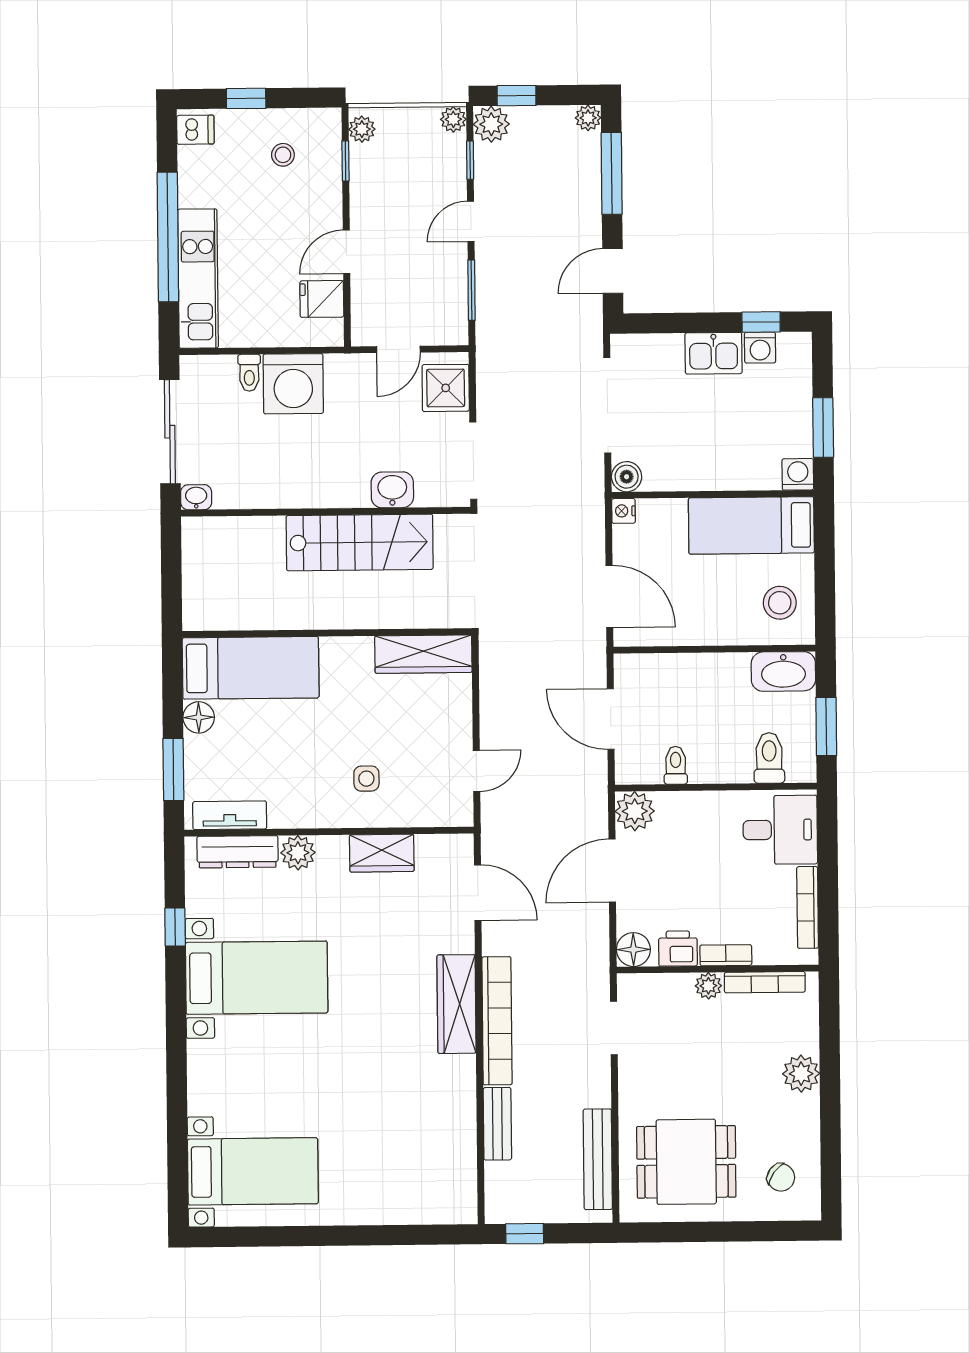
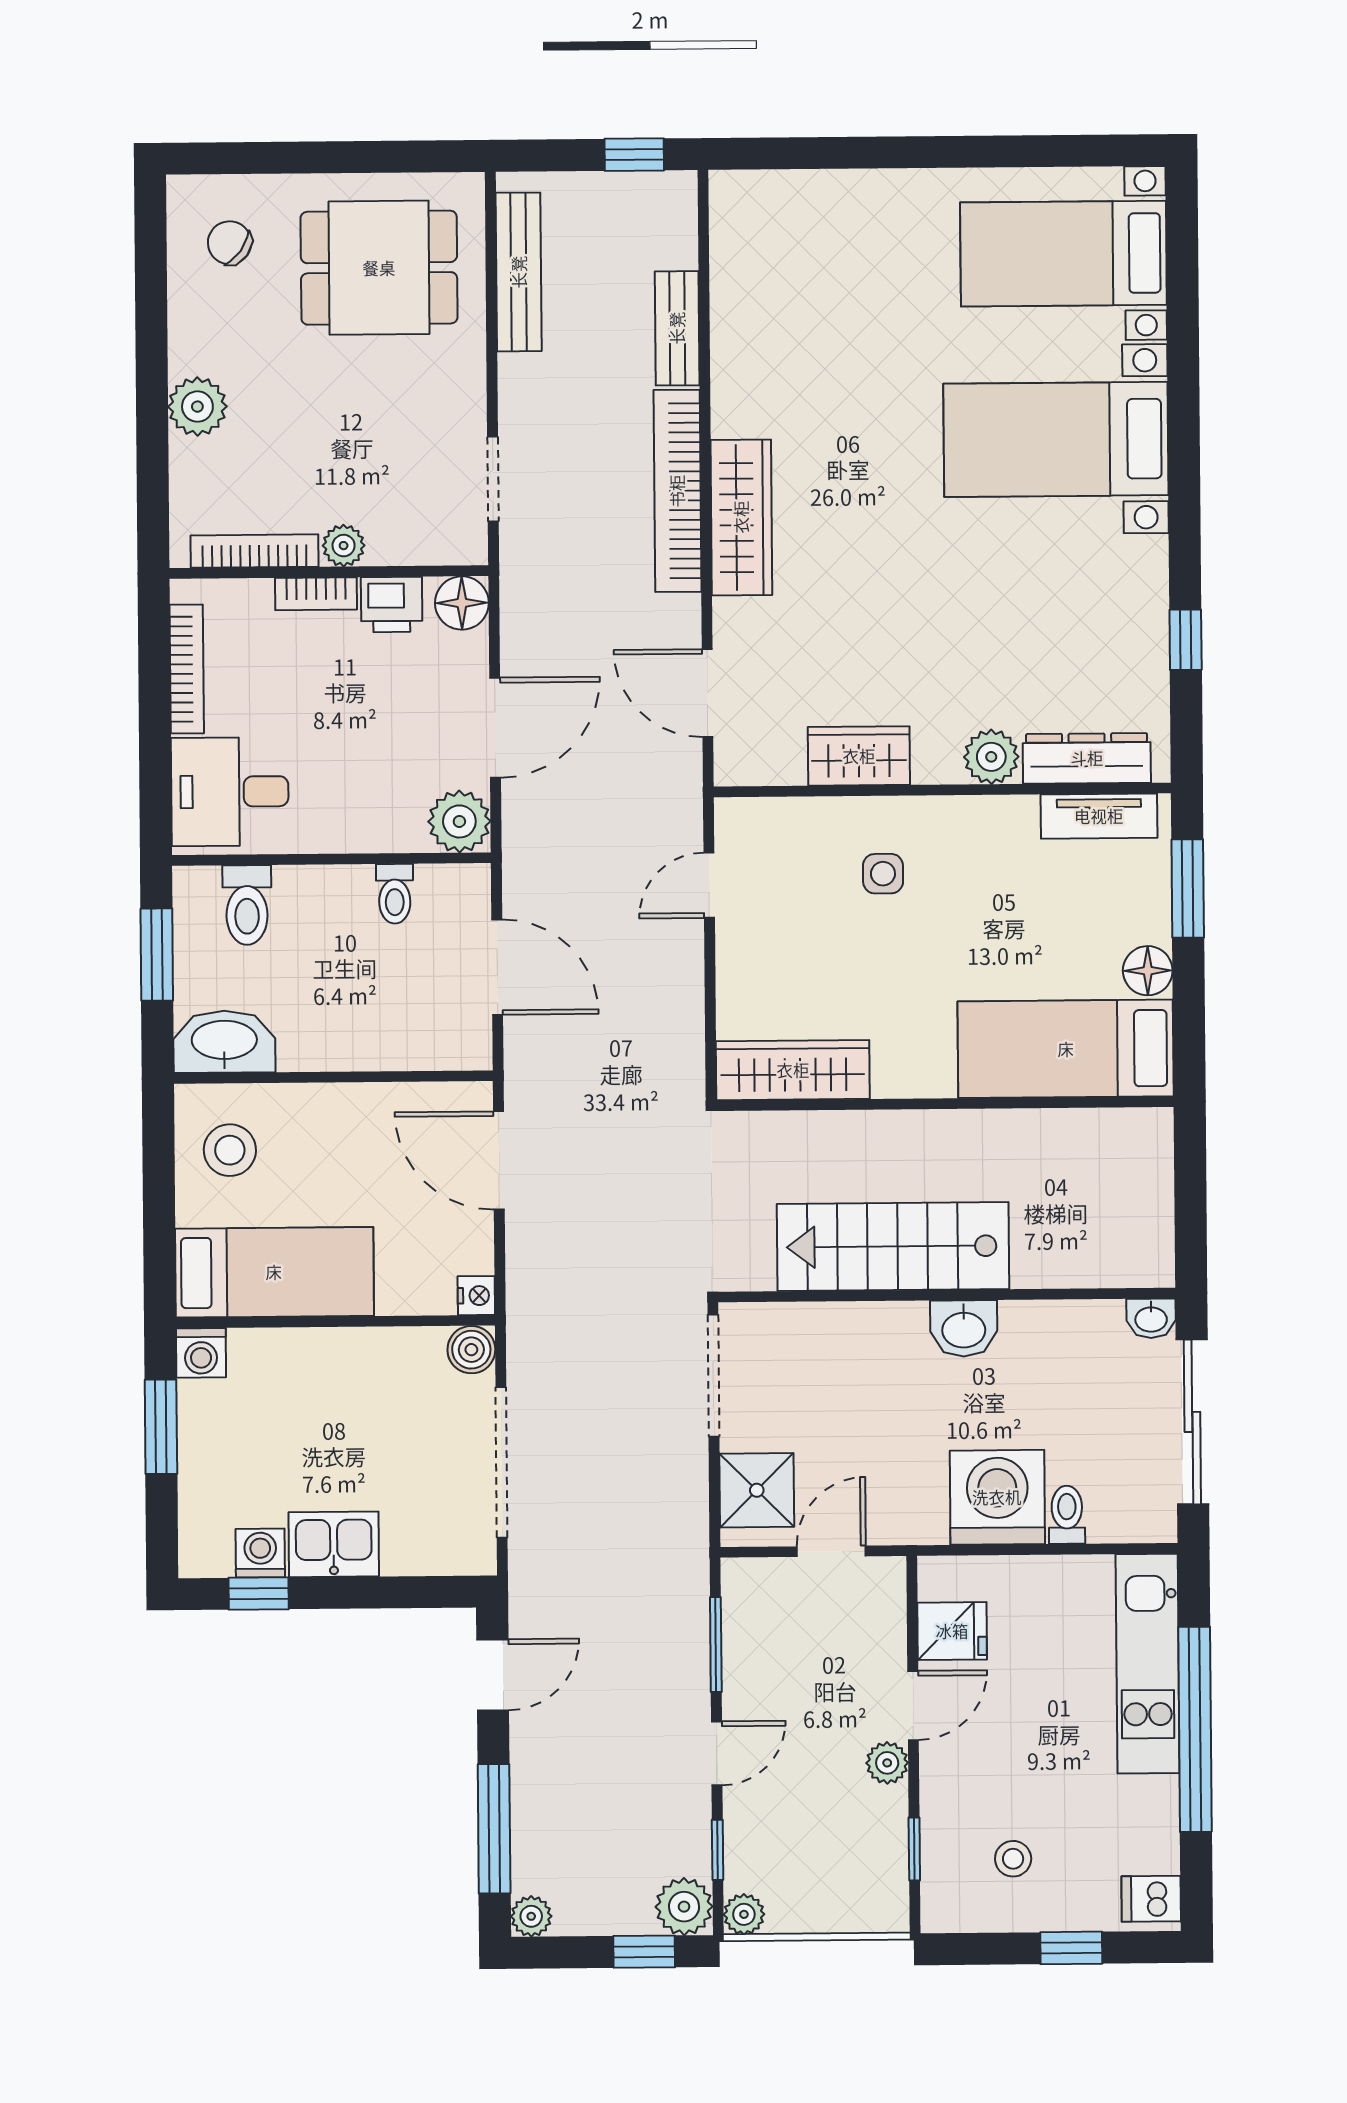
plant: (362, 129) -> (887, 1763), moved
washbasin: (392, 490) -> (964, 1328), moved
bed with nightstands: (257, 978) -> (1056, 439), moved

